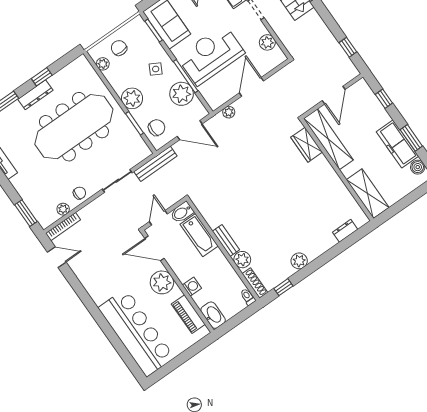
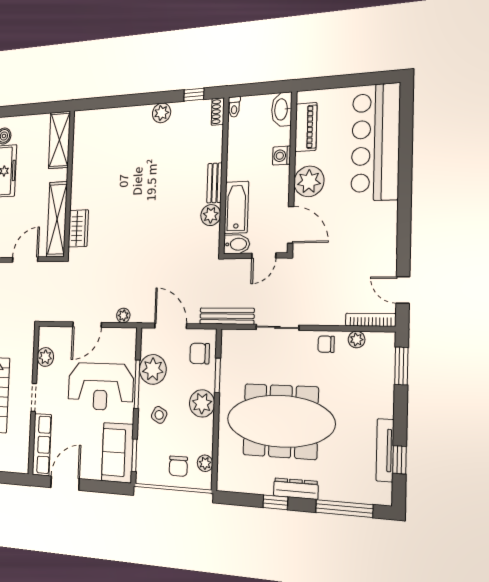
dresser: (345, 231) -> (102, 116), removed
plant: (242, 260) -> (211, 215), moved
shoe rack: (255, 283) -> (218, 112), width x0.70

